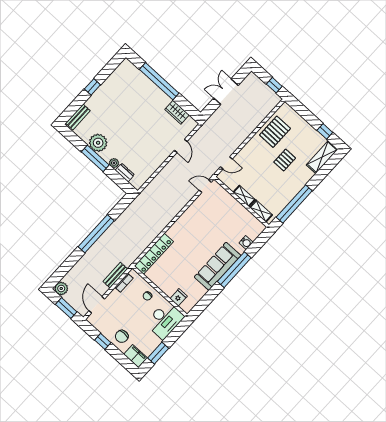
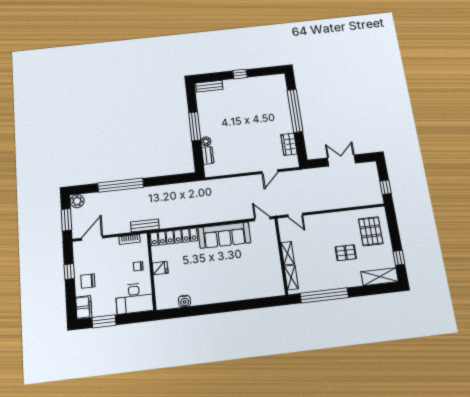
pallet: (275, 132) -> (371, 231), moved, turned 90
plant: (98, 143) -> (207, 117), removed
window: (96, 234) -> (121, 185), moved
water cooler: (246, 243) -> (185, 301), moved
sofa: (218, 266) -> (224, 235), moved, turned 180
window: (234, 270) -> (228, 307), removed
bench: (115, 275) -> (145, 225), moved
fridge: (179, 297) -> (160, 268), moved

